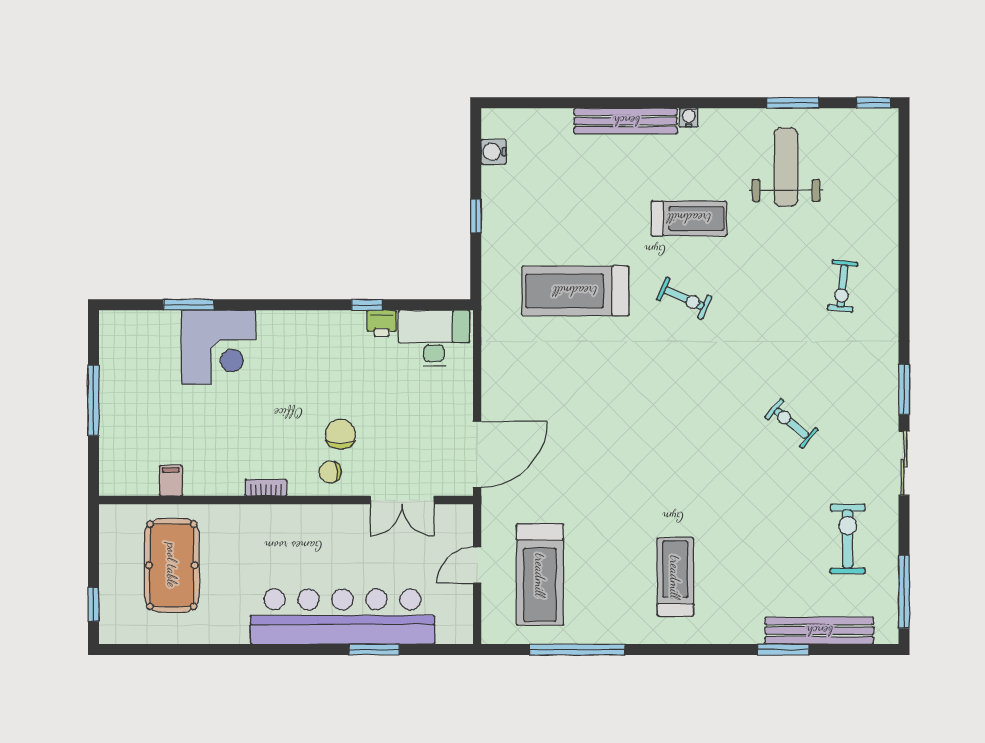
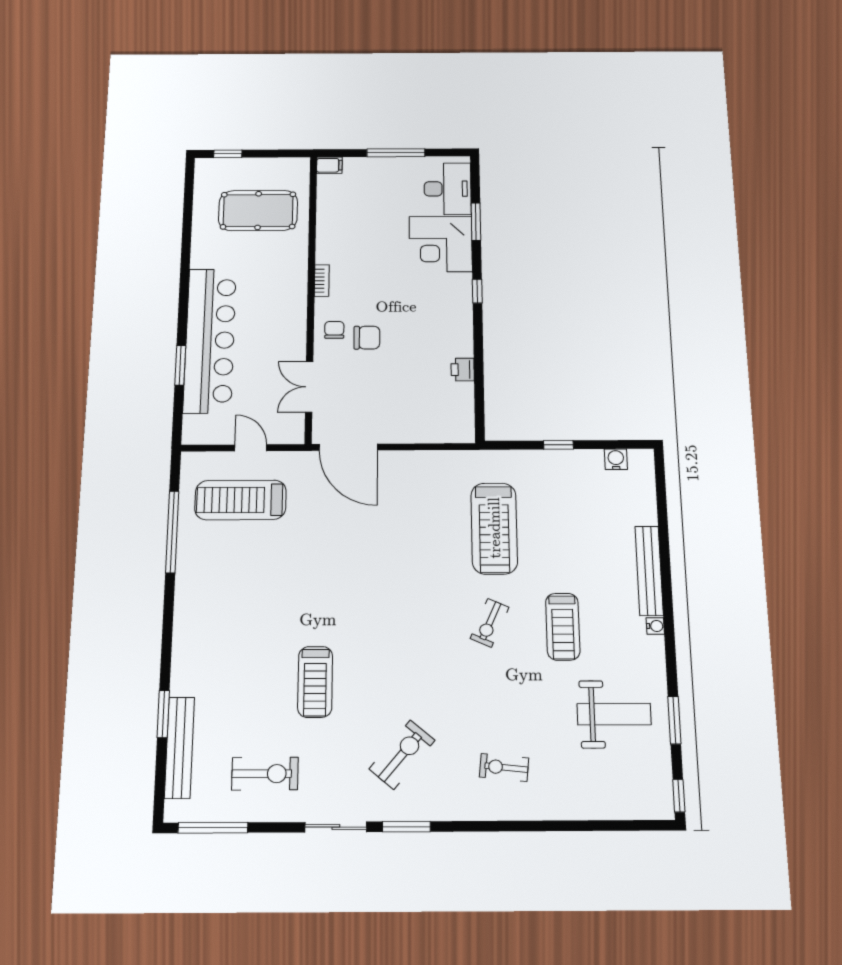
treadmill: (575, 291) -> (494, 528), turned 180
window: (367, 305) -> (477, 291), moved
desk: (434, 338) -> (448, 189), moved
exercise bike: (791, 423) -> (402, 755), moved, width x1.38, depth x1.39
filing cabinet: (171, 481) -> (329, 165), moved
treadmill: (675, 577) -> (315, 682), moved, turned 90

